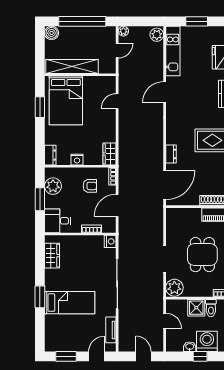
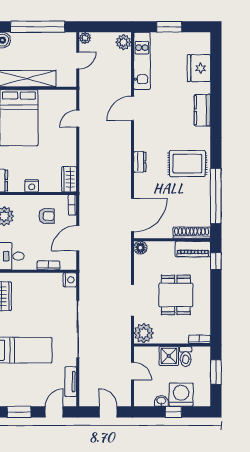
dresser: (171, 154) -> (140, 162), moved
floor lamp: (171, 213) -> (140, 248), added

